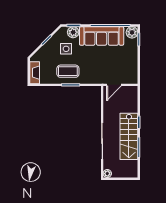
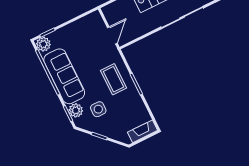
coffee table: (68, 71) -> (114, 79), moved
door: (114, 85) -> (112, 35), hinge flipped

